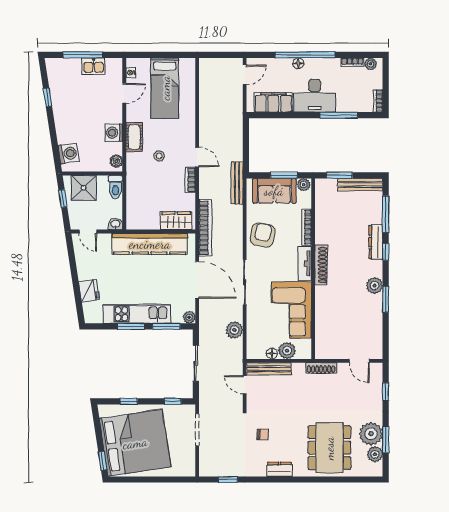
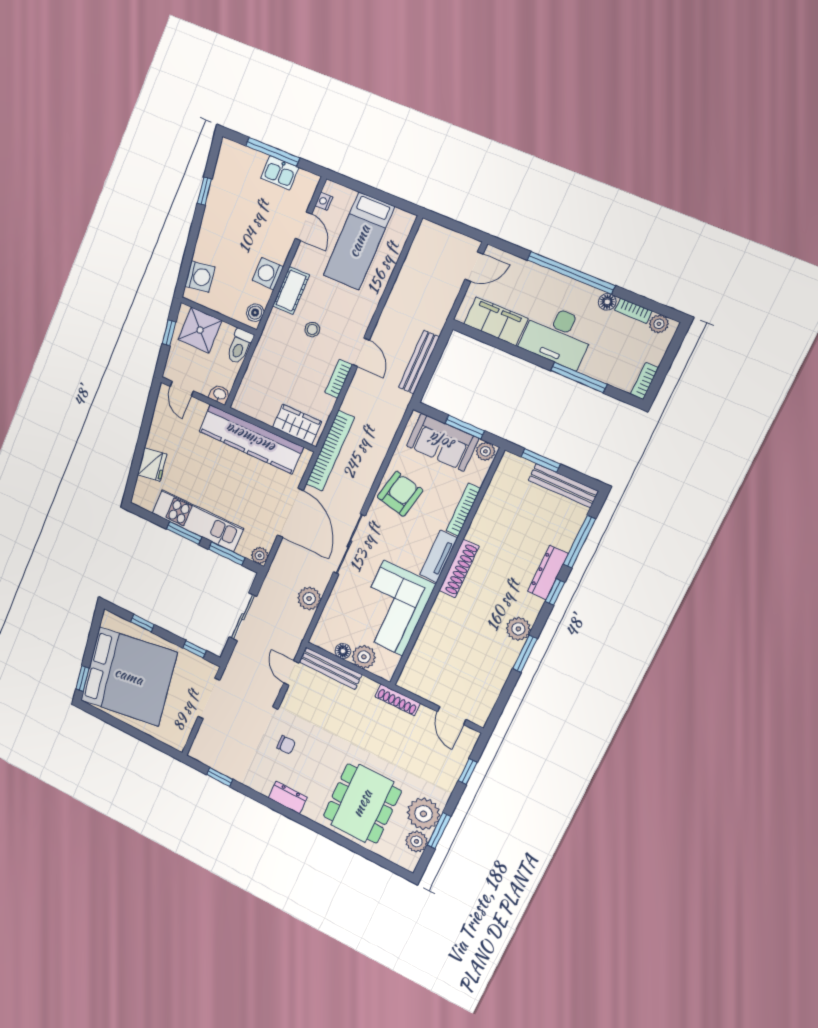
floor lamp: (298, 63) -> (607, 302), moved
door: (124, 93) -> (303, 226), hinge flipped
bench: (237, 183) -> (419, 362), moved

